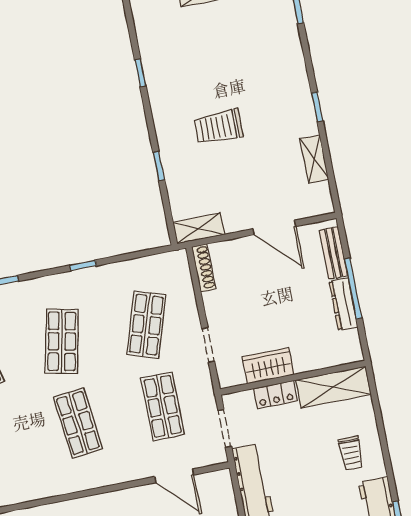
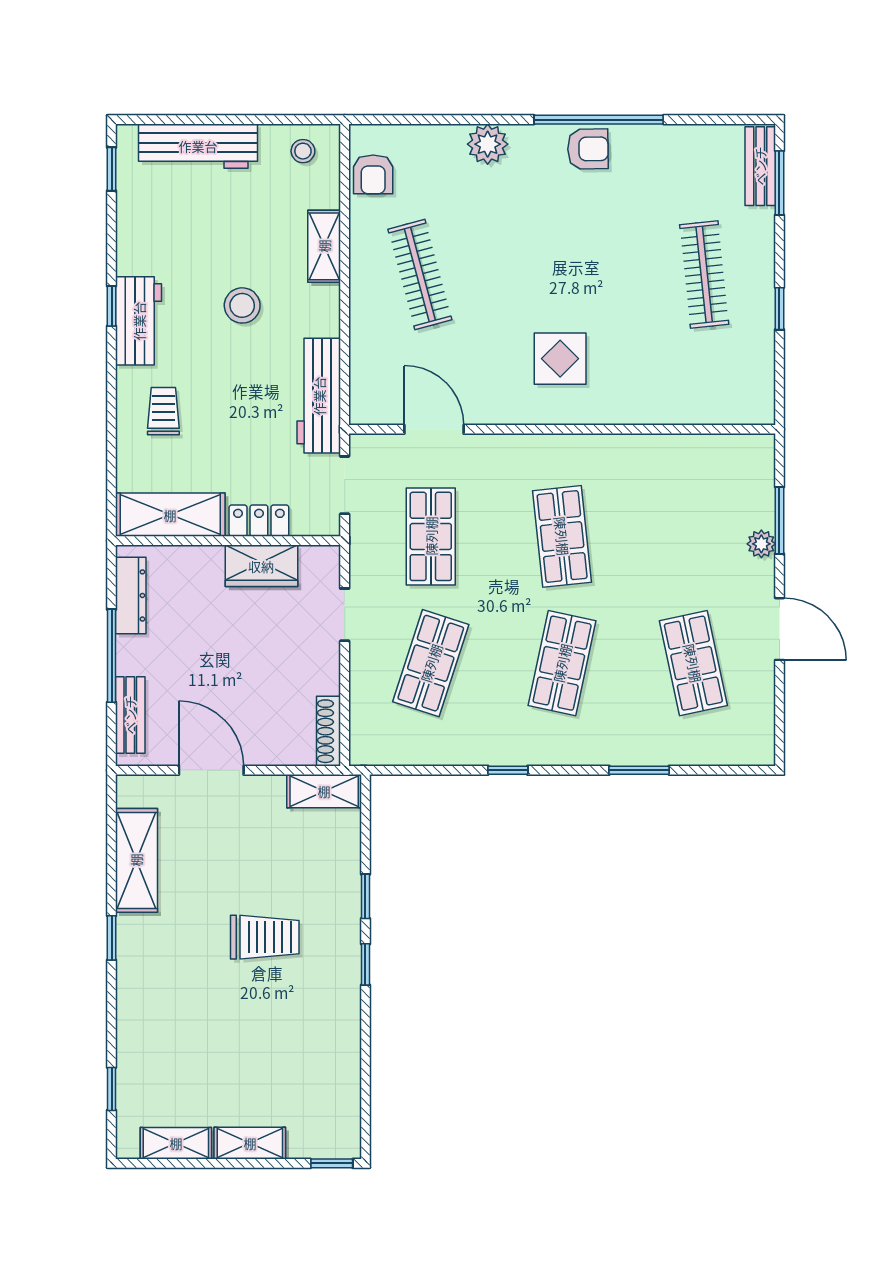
window: (140, 73) -> (365, 964), moved
shelving: (314, 159) -> (136, 860), width x1.50, depth x1.33
dresser: (343, 304) -> (131, 595), moved

